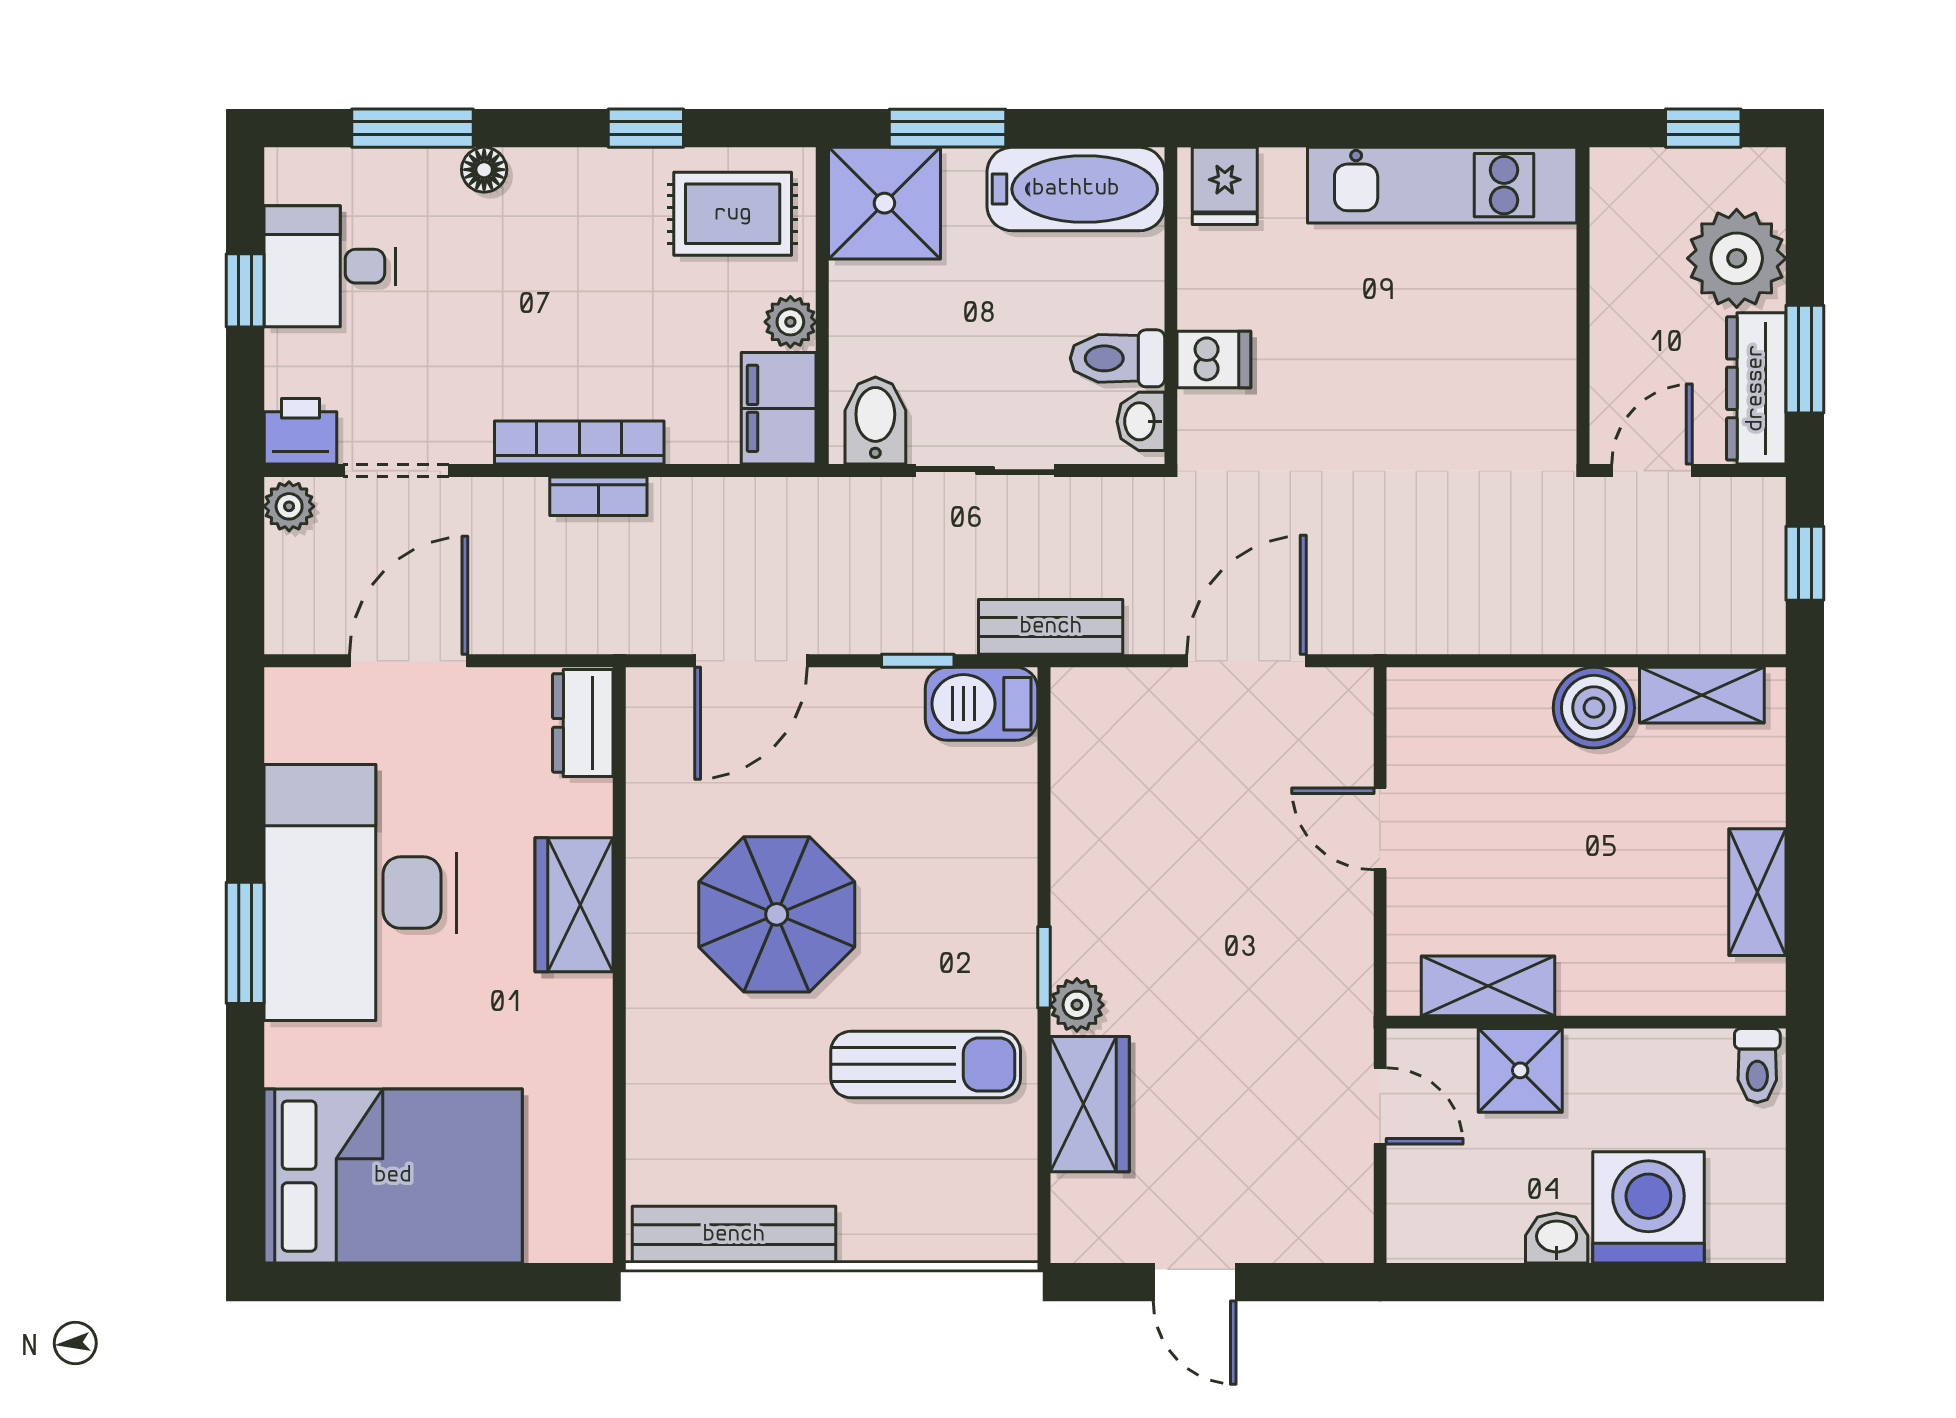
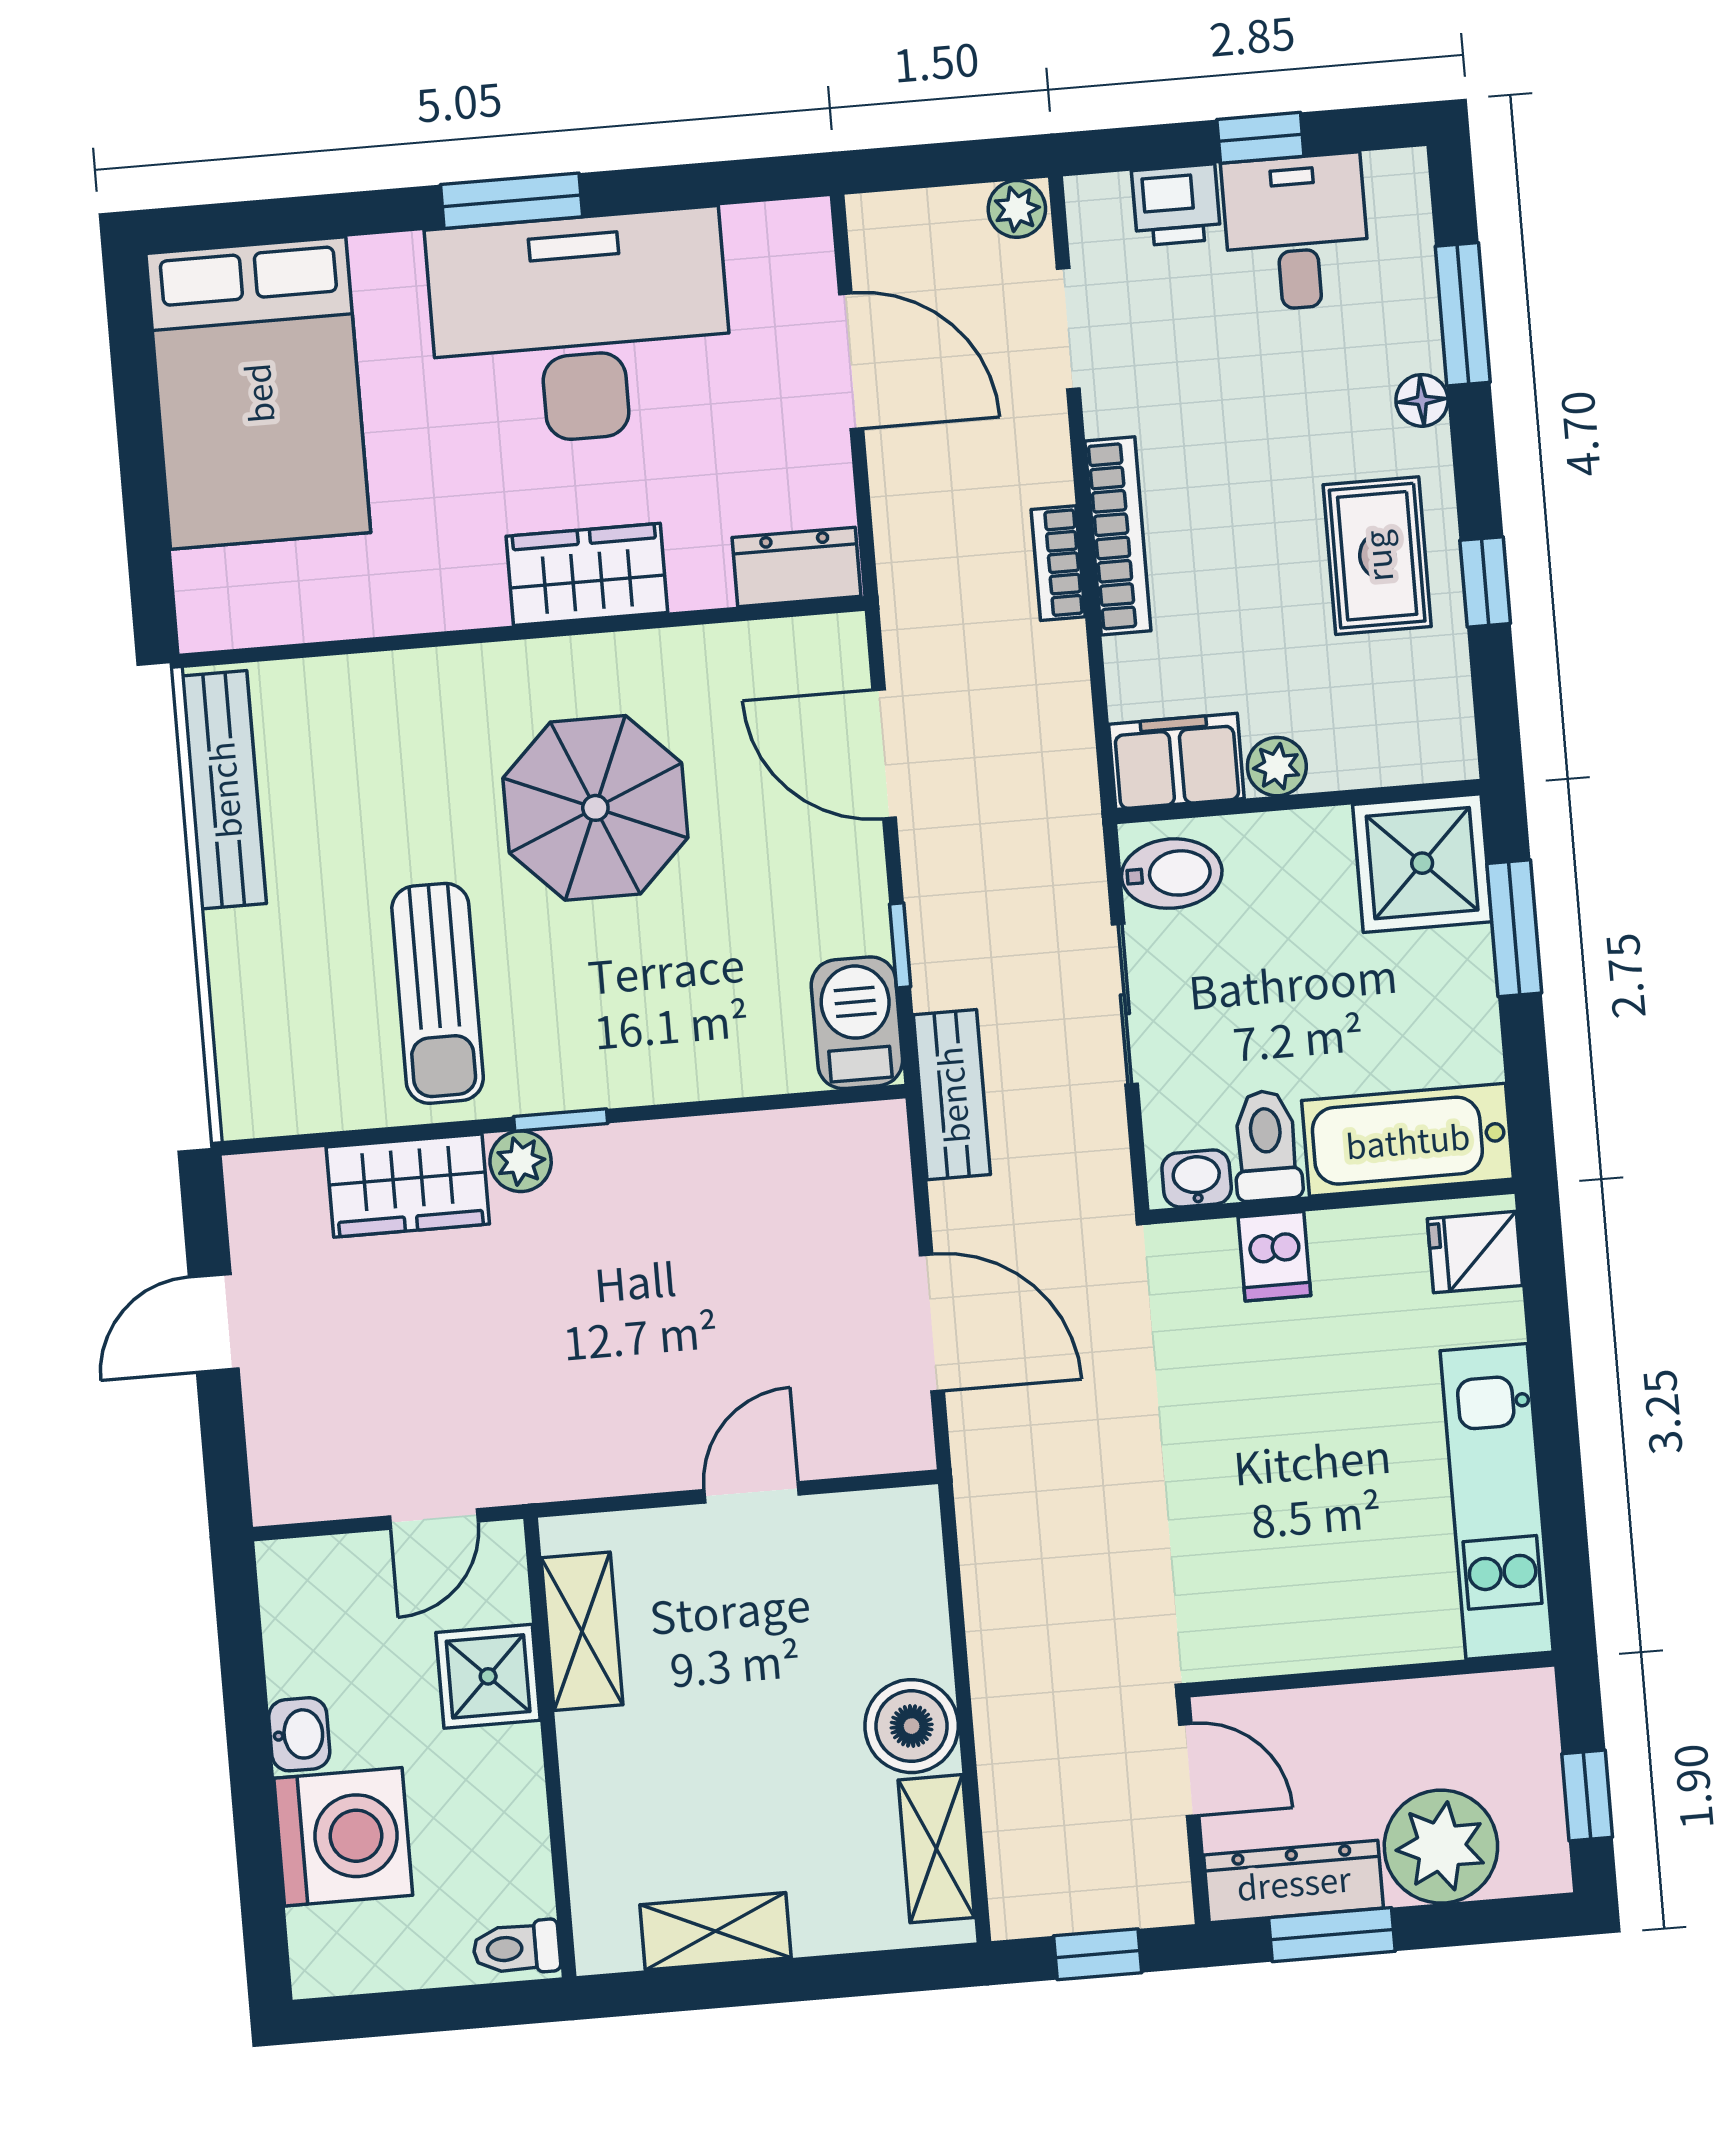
bathtub: (1076, 189) -> (1408, 1140), moved, turned 90
rug: (733, 214) -> (1377, 556), moved
printer: (300, 431) -> (1176, 205), moved, turned 90

